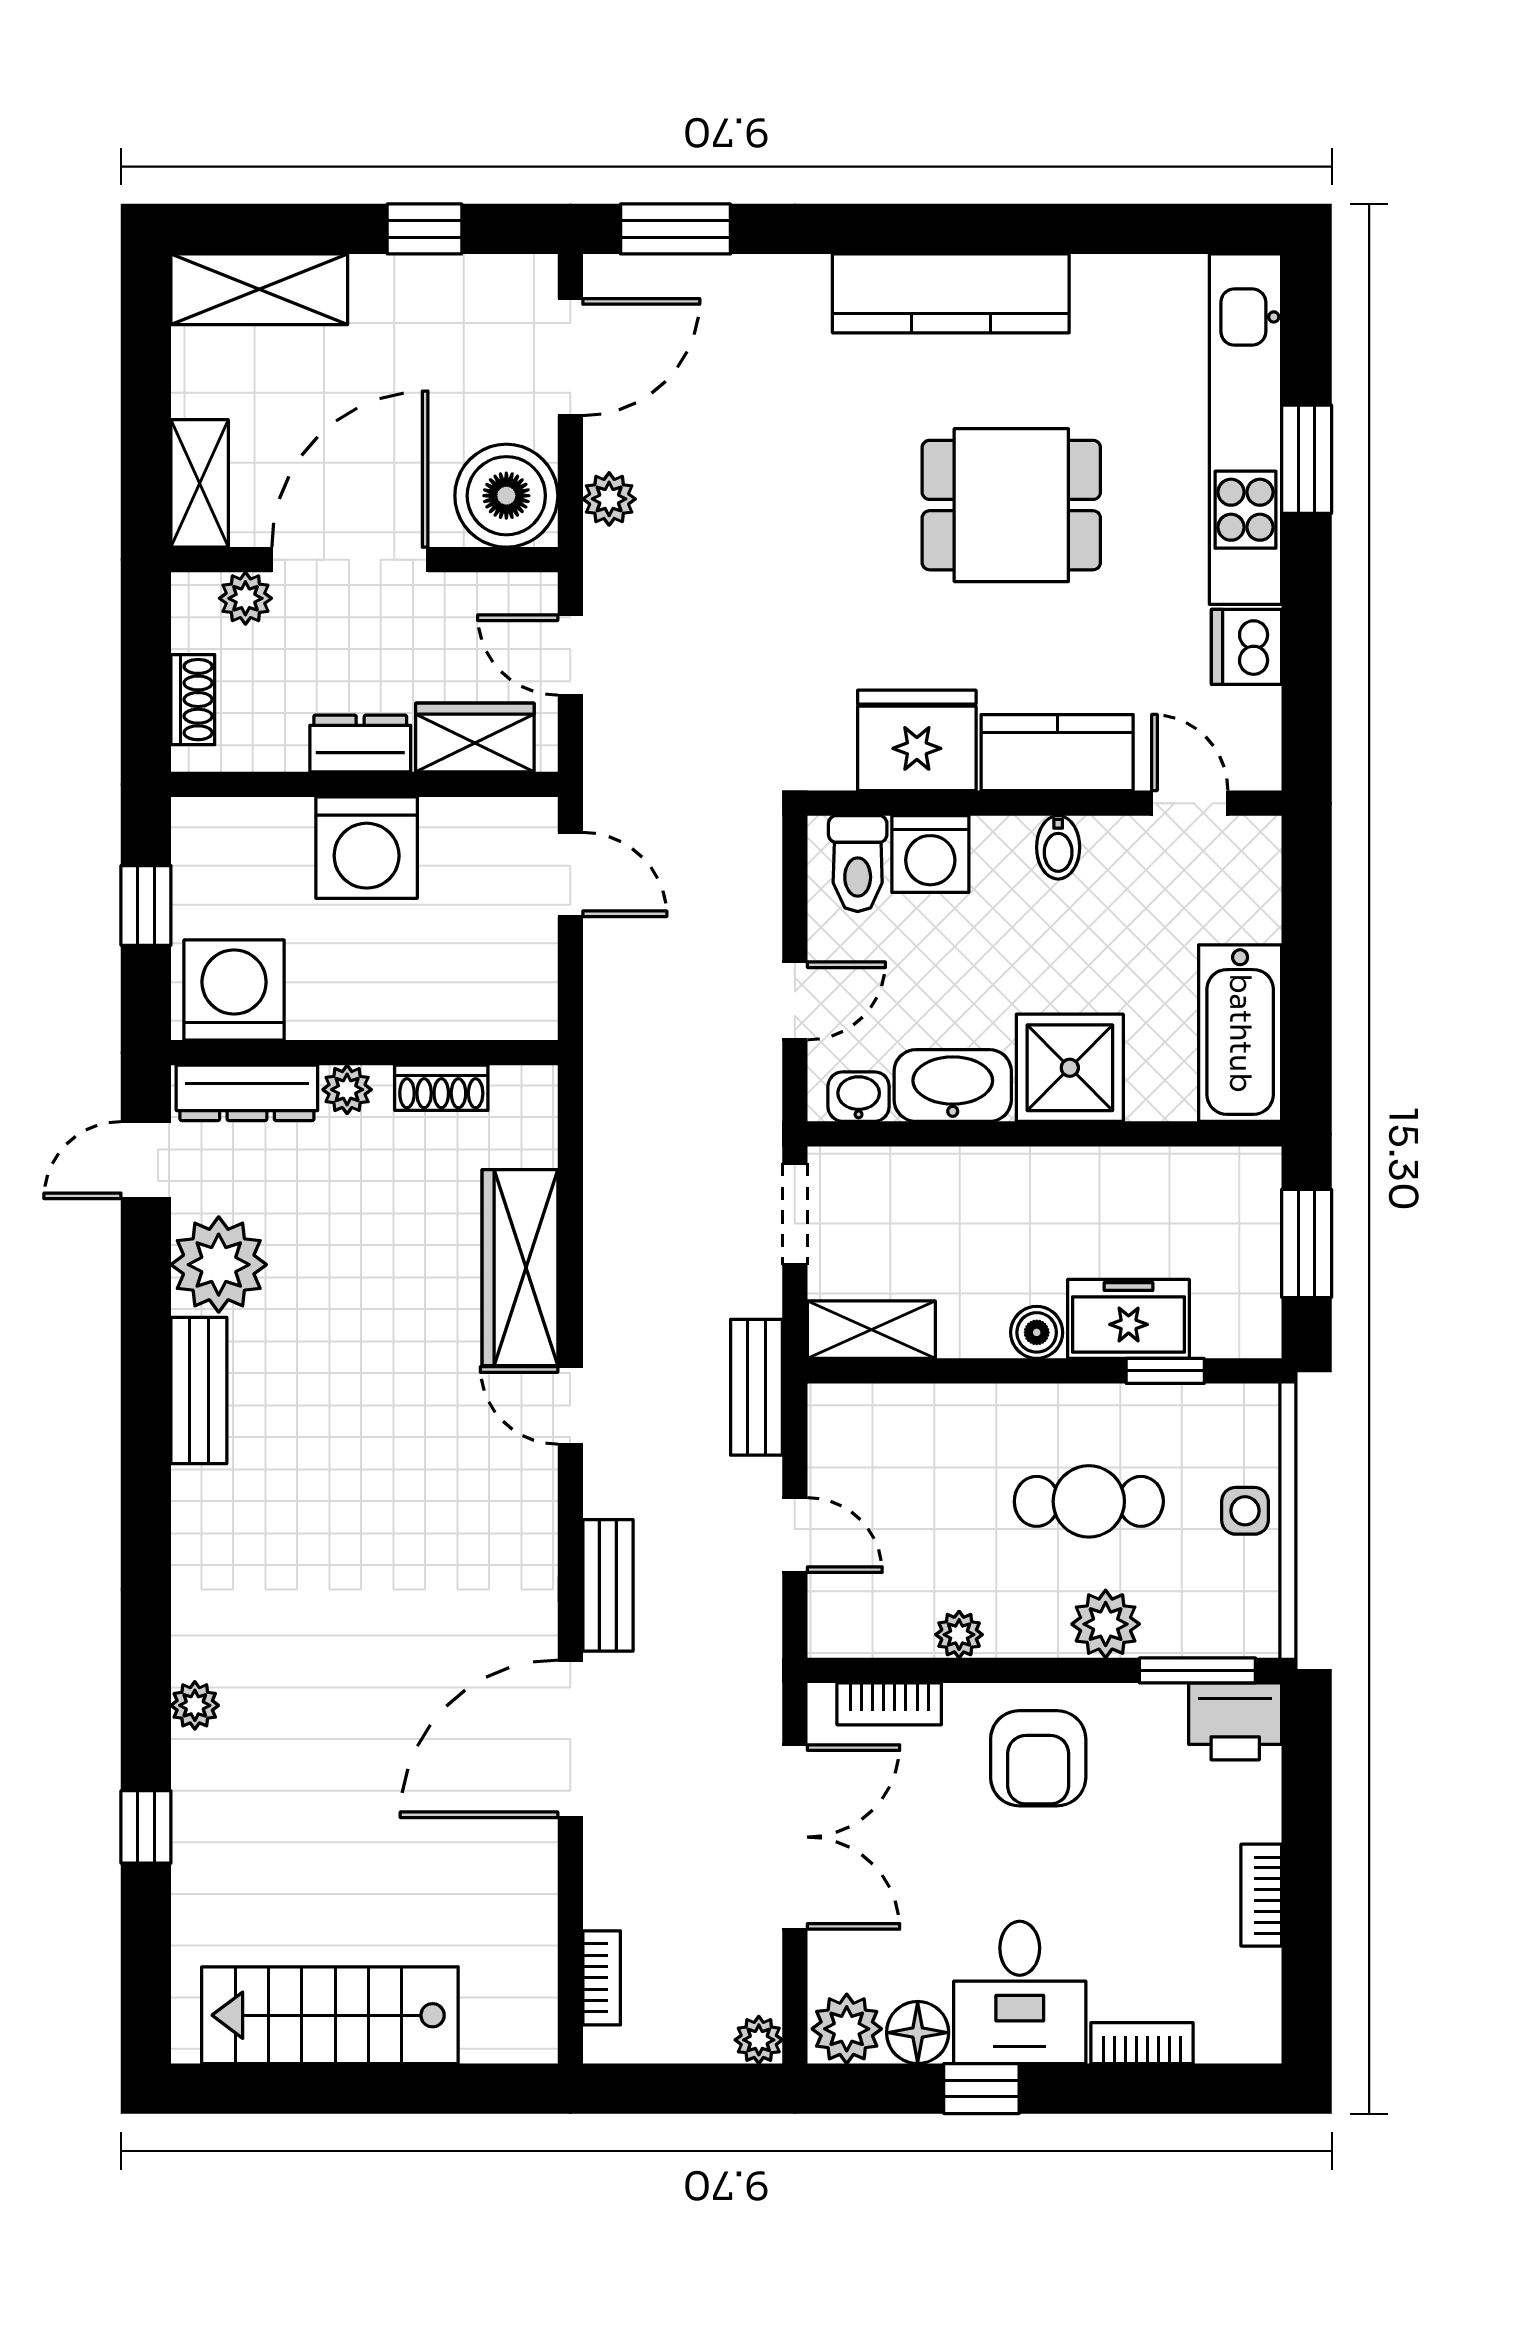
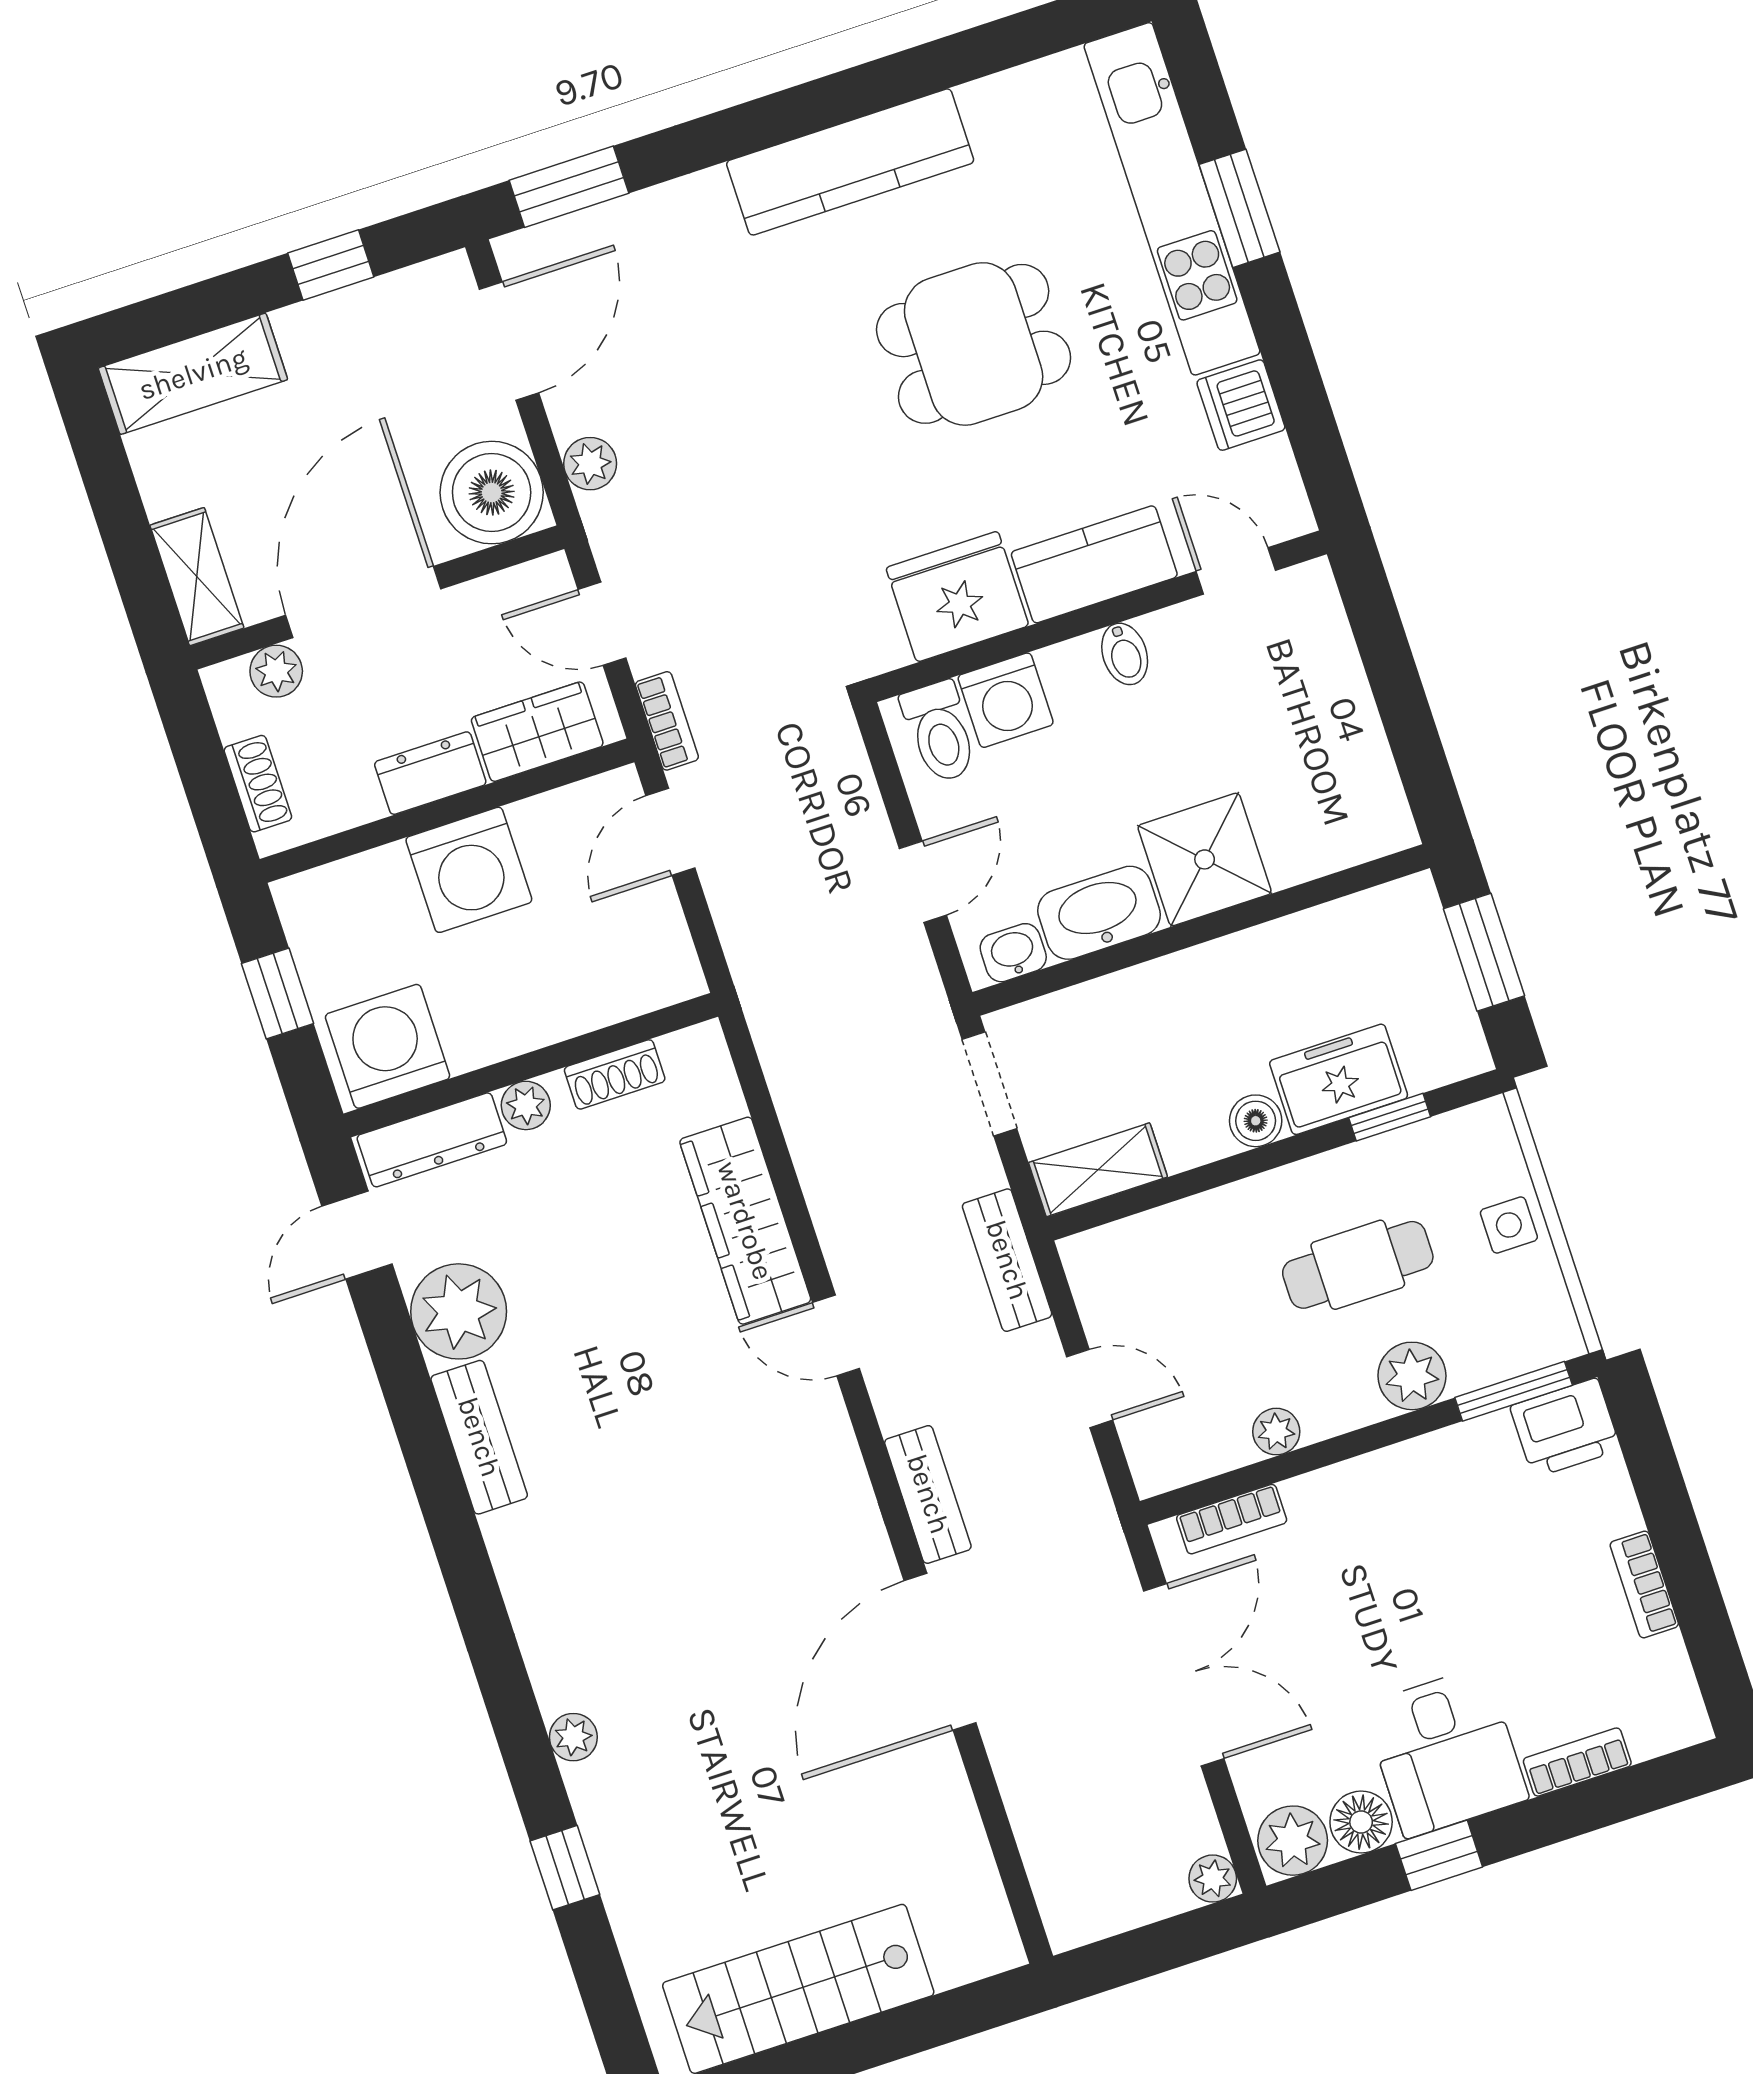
door: (570, 874) -> (670, 832), swing flipped
bathtub: (1240, 1033) -> (1355, 773), removed
armchair: (1038, 1758) -> (1390, 1524), removed
bookcase: (602, 1978) -> (667, 721), moved

